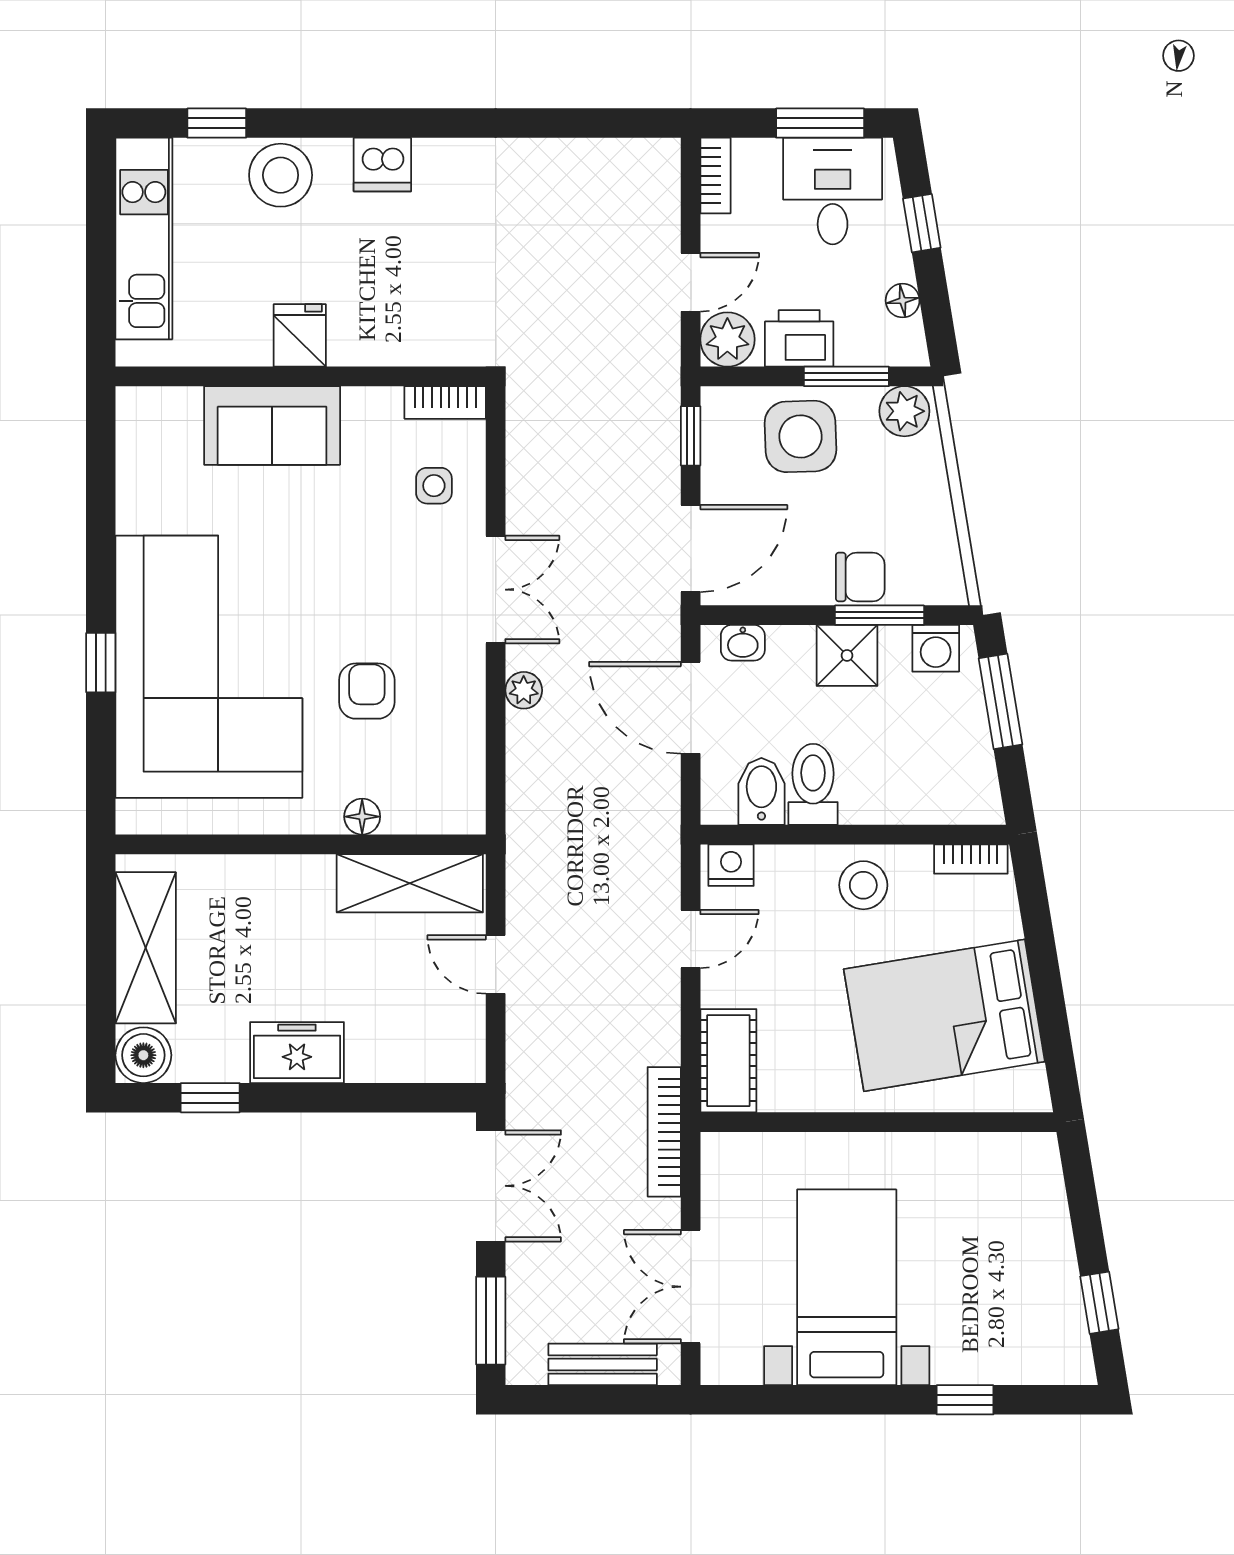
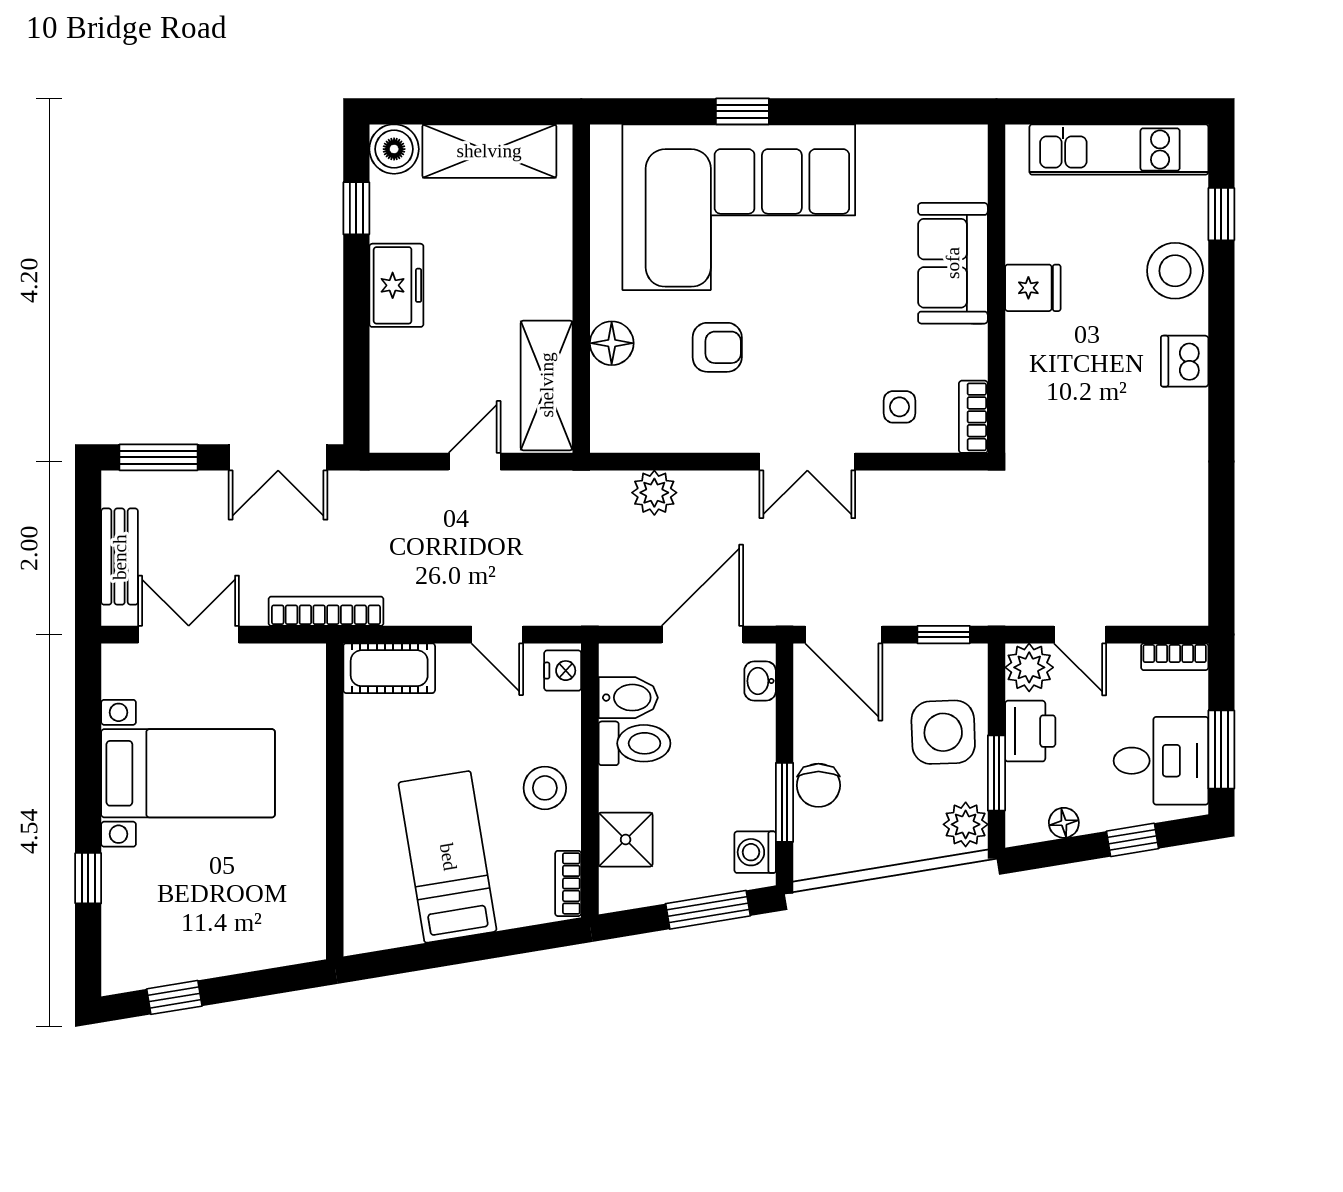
shower: (847, 655) -> (626, 840), moved
plant: (524, 690) -> (654, 493), moved, width x1.38, depth x1.38
floor lamp: (362, 817) -> (612, 343), width x1.37, depth x1.37
bed: (944, 1015) -> (448, 857), width x0.67

